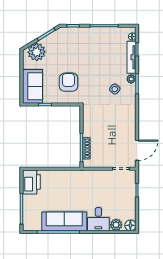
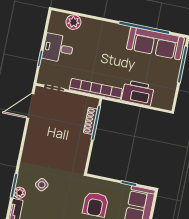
bookcase: (87, 175) -> (96, 89), added
printer: (31, 182) -> (138, 93), moved, turned 90
desk: (98, 219) -> (58, 48), moved, turned -90
sofa: (64, 221) -> (155, 43), moved
floor lamp: (130, 225) -> (57, 18), removed

